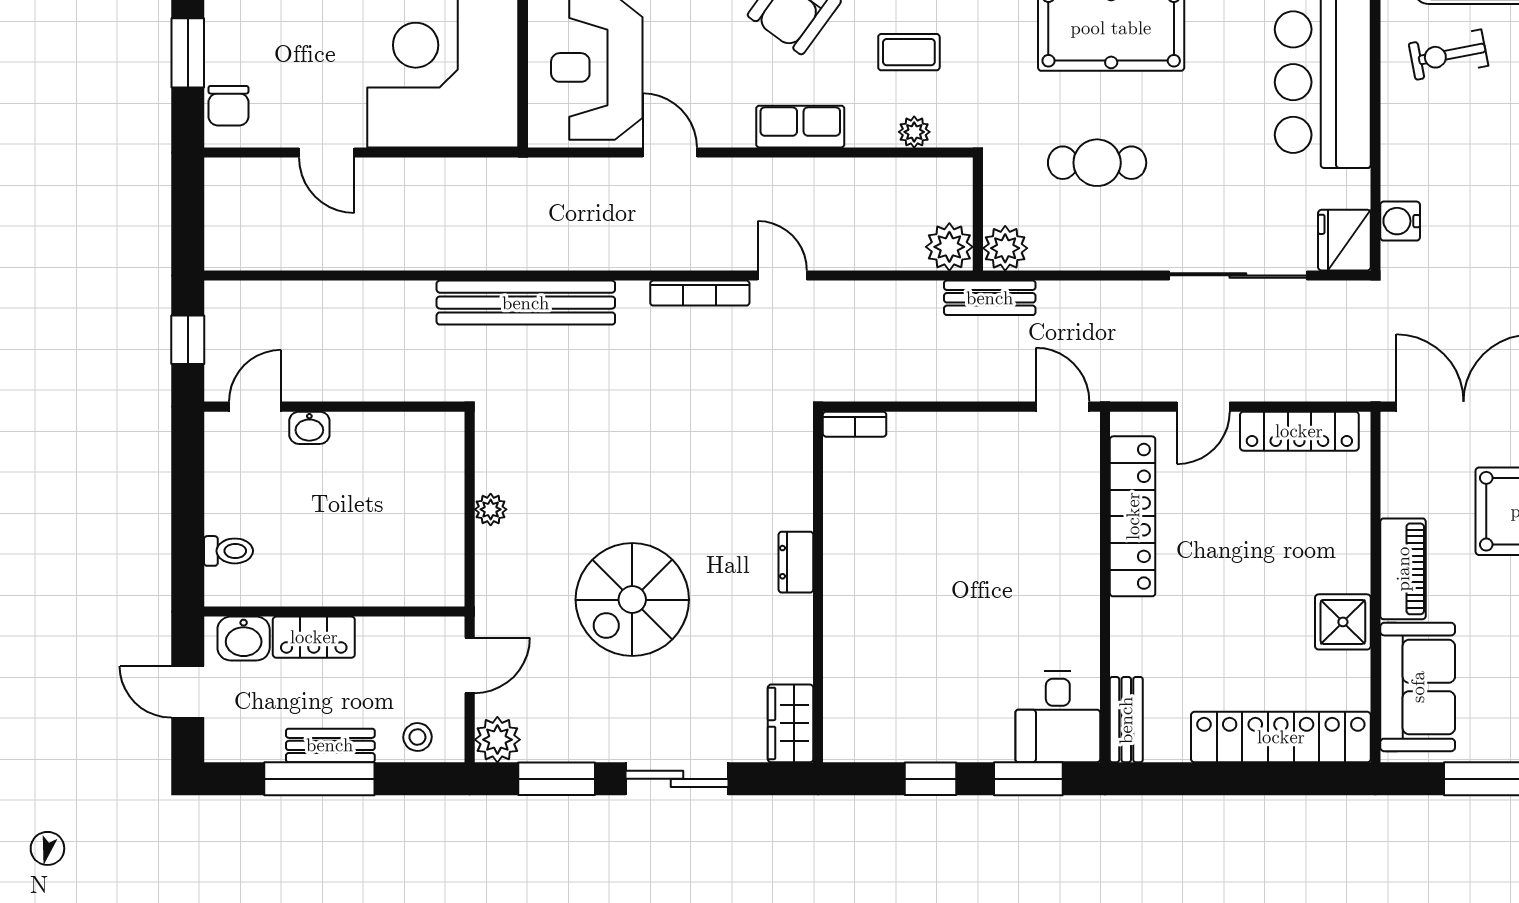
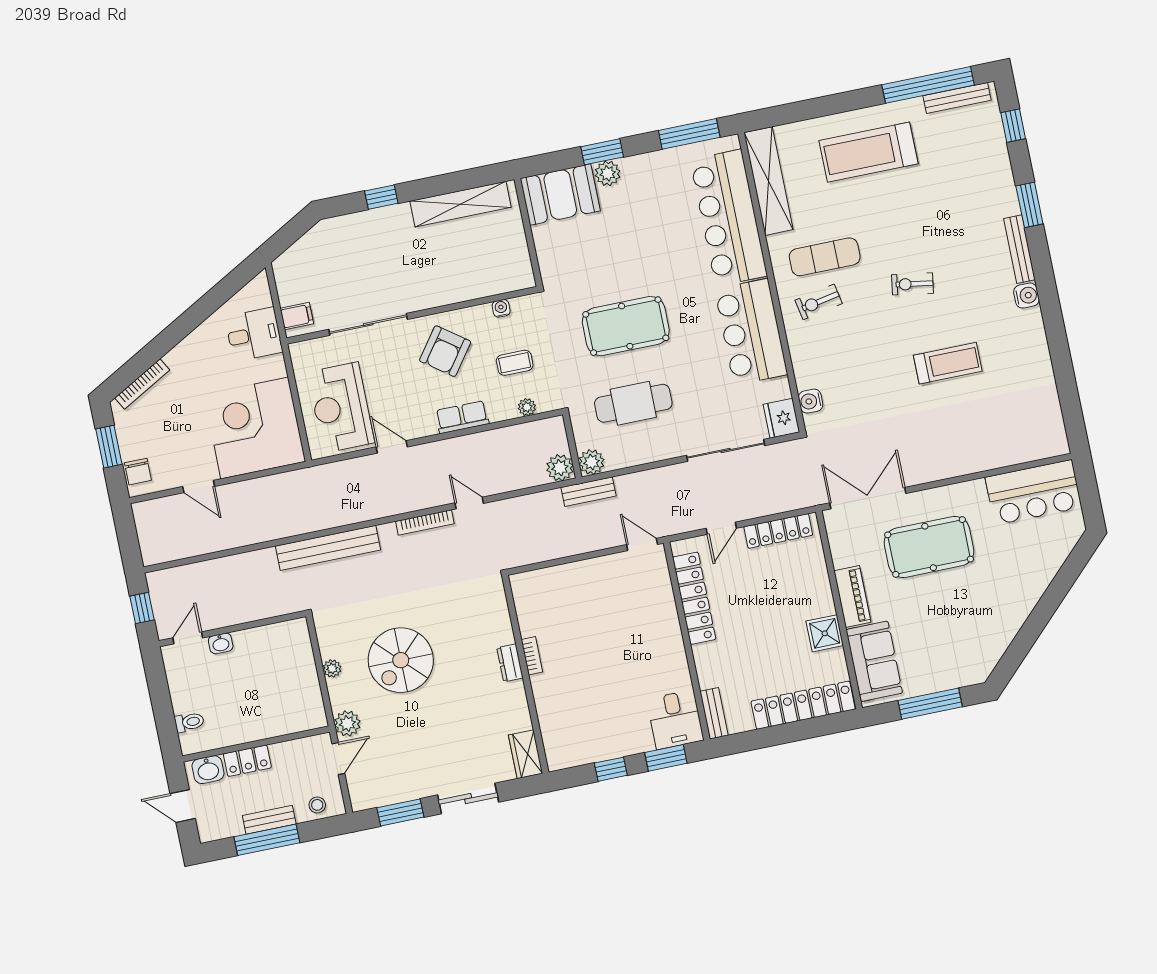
cafe table: (1097, 163) -> (633, 403), width x1.37, depth x1.35
bookcase: (855, 424) -> (532, 656), moved, turned -90
spiral stairs: (632, 600) -> (401, 660), moved
plant: (497, 740) -> (347, 724), moved

